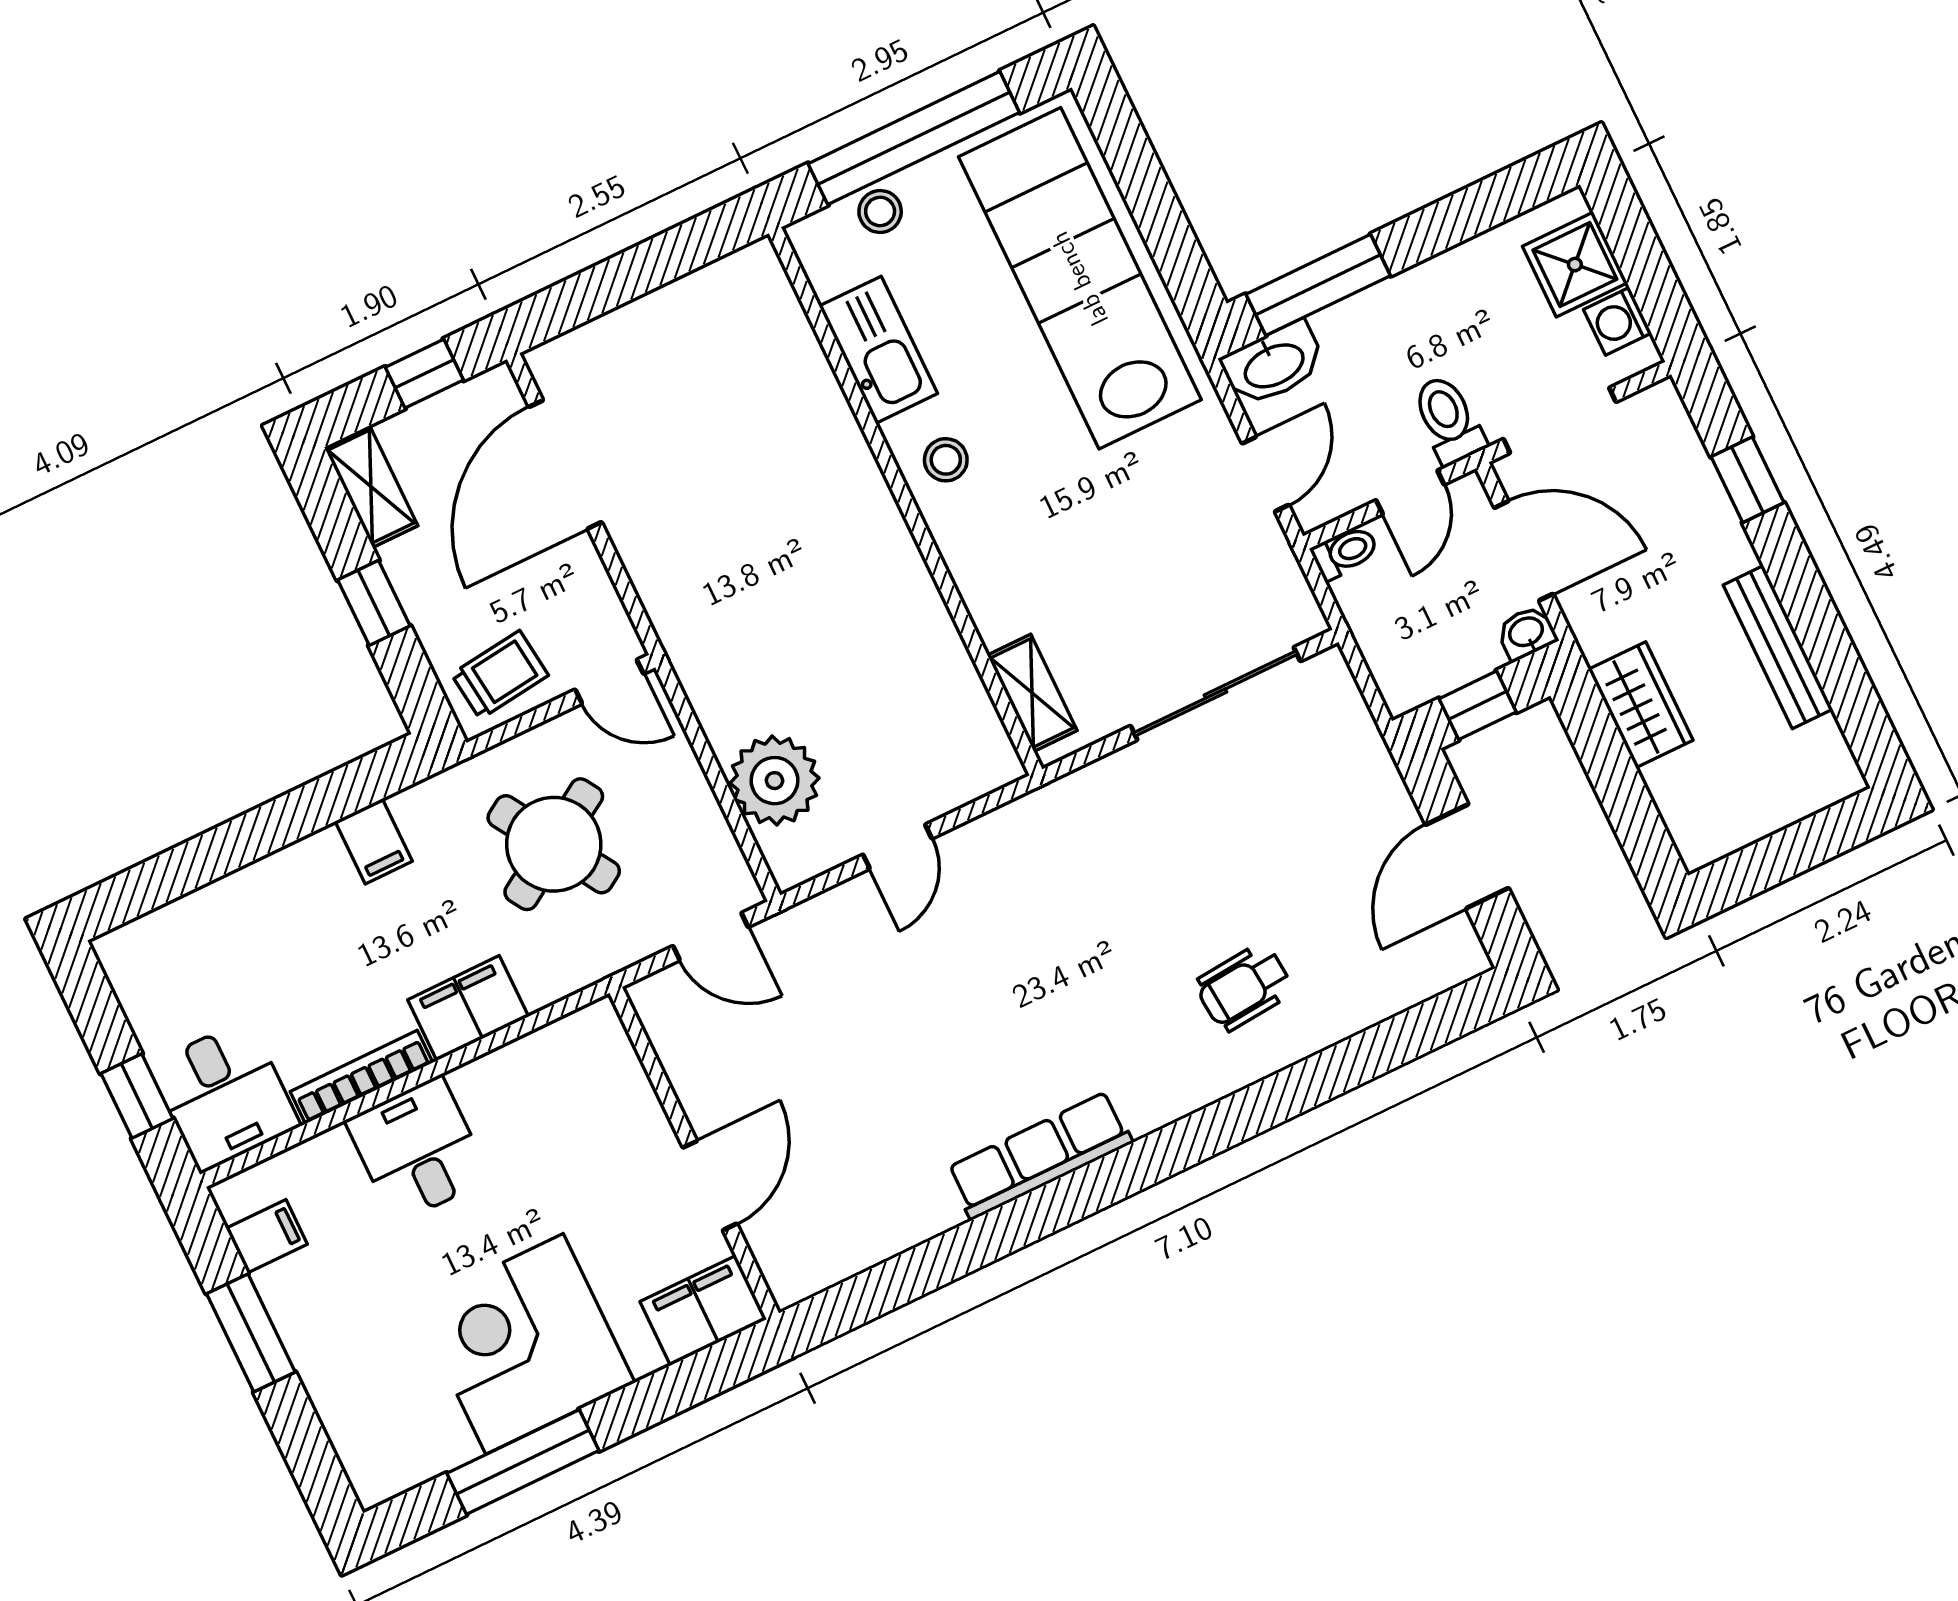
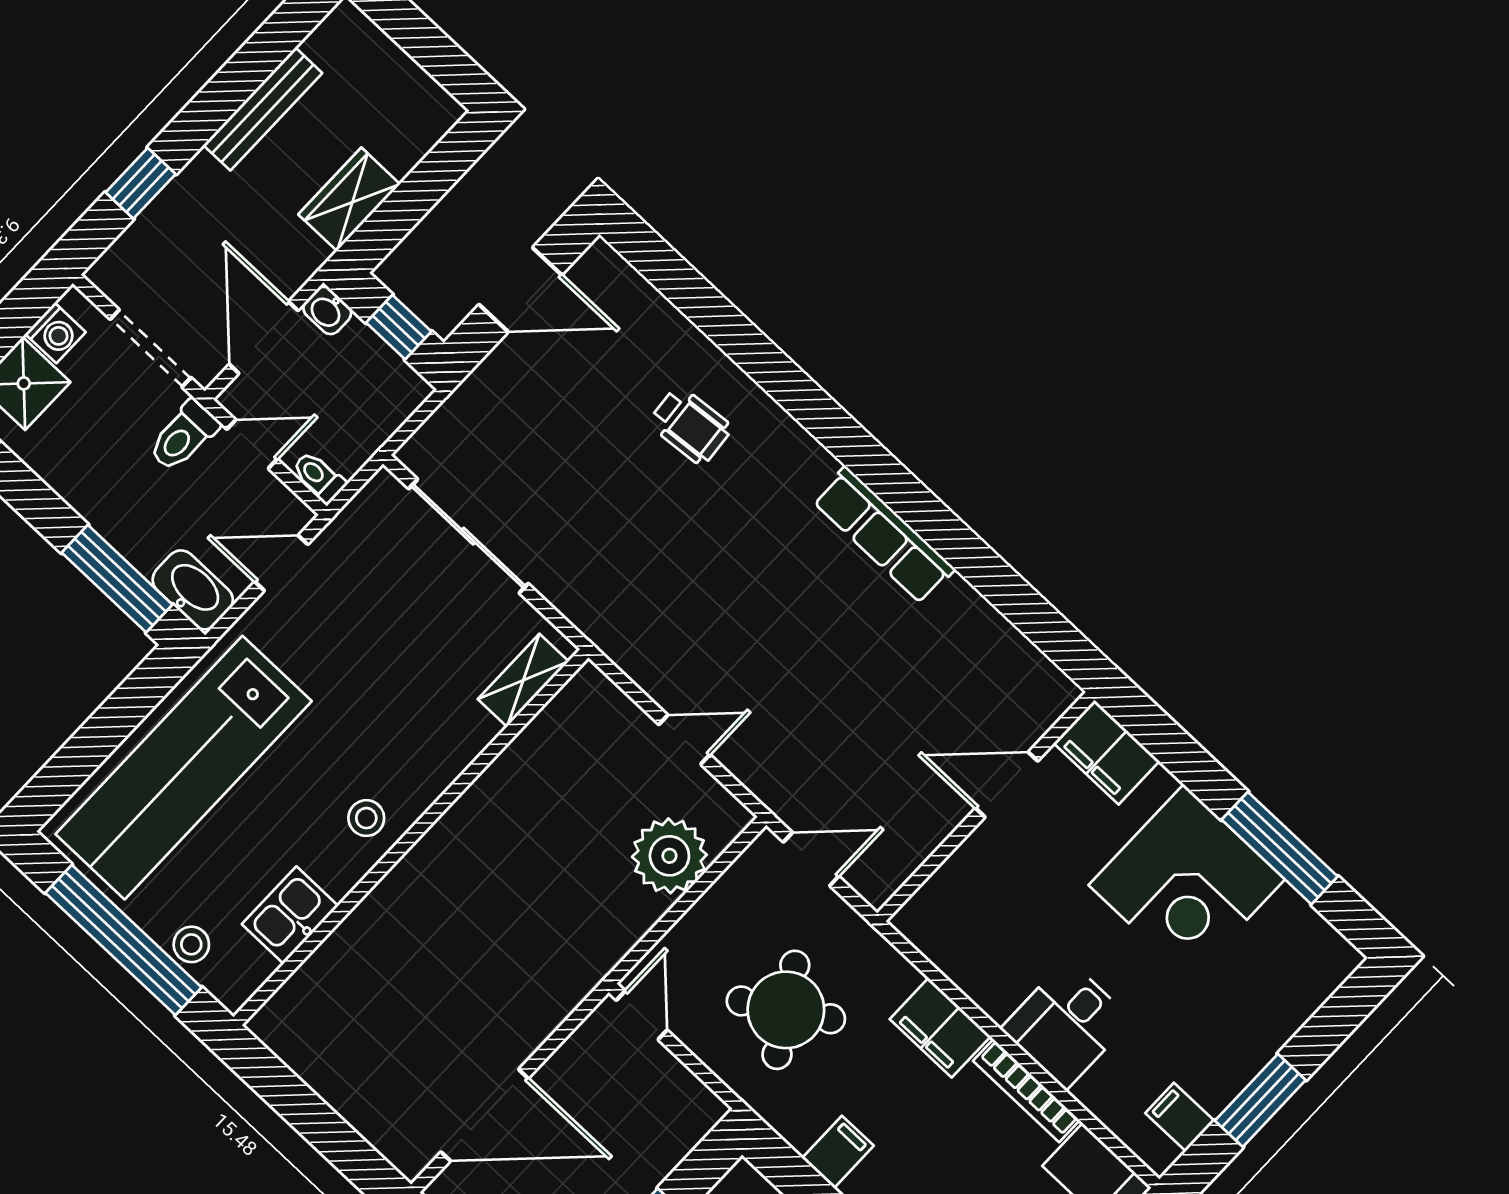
kitchen sink: (878, 350) -> (290, 915), width x0.73
trolley: (500, 675) -> (669, 1103), removed
door: (711, 937) -> (811, 859), hinge flipped

